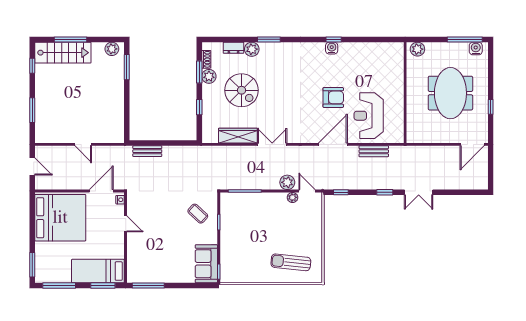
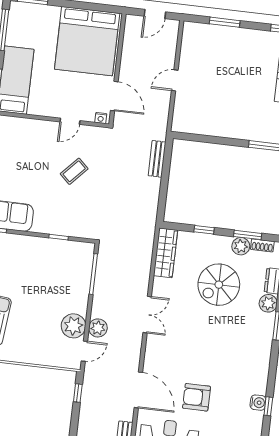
armchair: (333, 97) -> (197, 397), turned 90
wardrobe: (238, 136) -> (166, 253), moved
plant: (292, 197) -> (73, 326), width x1.87, depth x1.87
coffee table: (198, 214) -> (74, 171), moved

